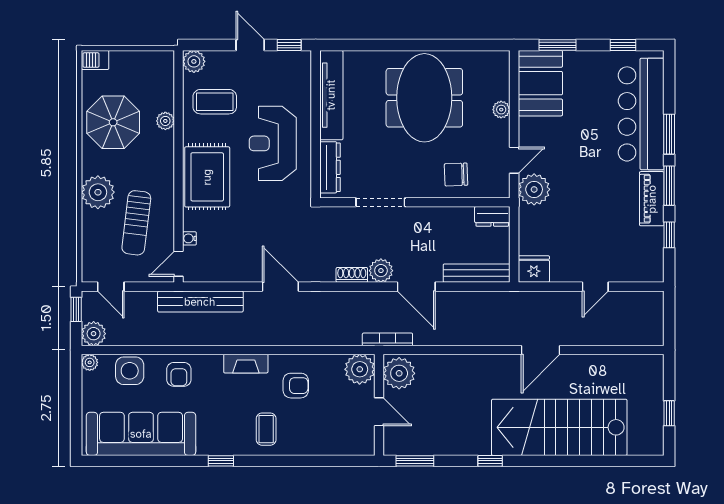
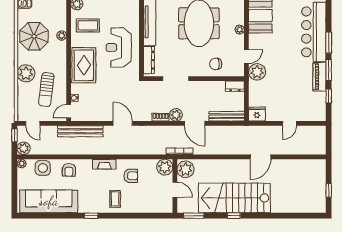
stairs: (559, 427) -> (234, 198), moved

